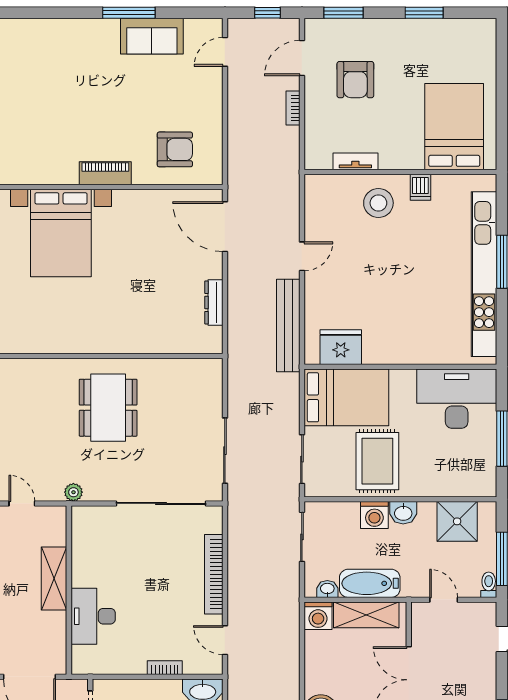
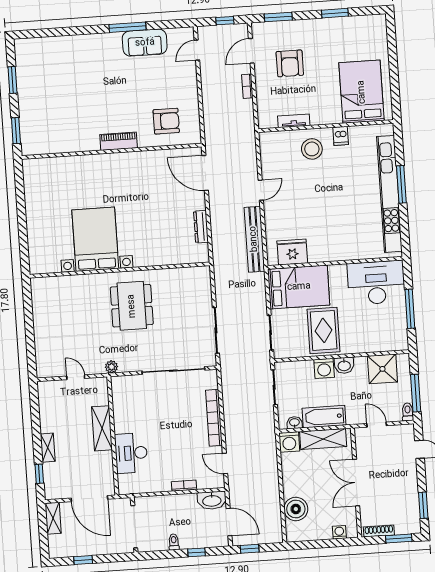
bed with nightstands: (61, 233) -> (95, 239), moved, turned 180

